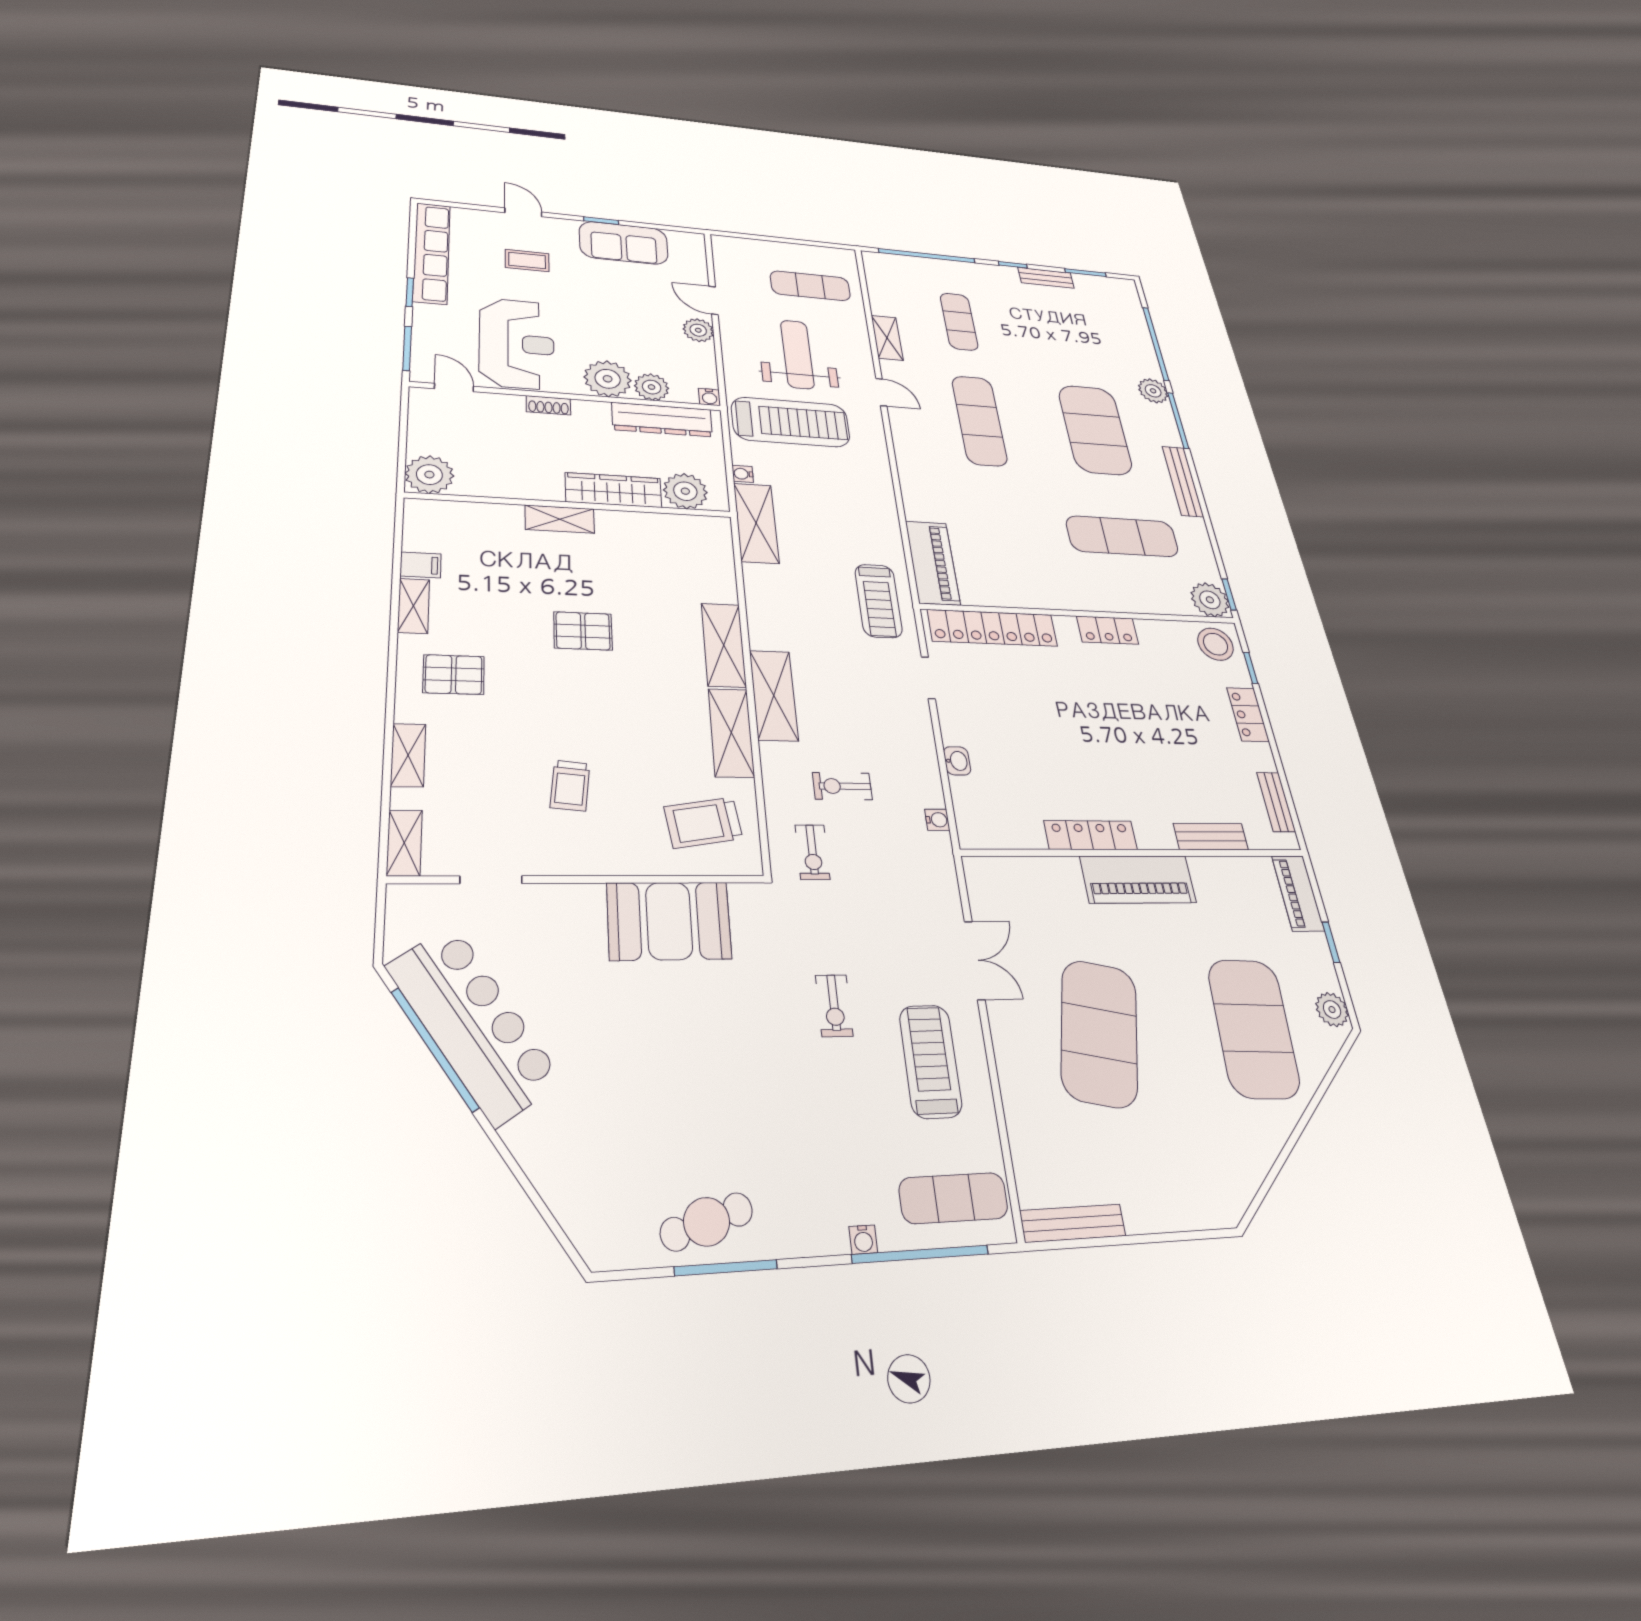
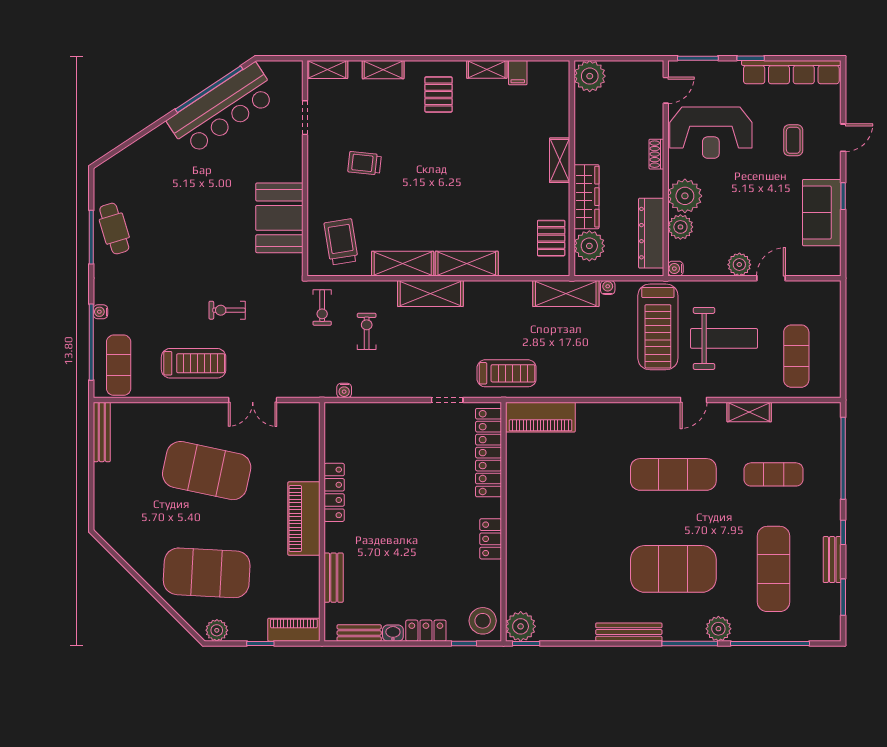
exercise mat: (1122, 536) -> (774, 569), moved
treadmill: (878, 601) -> (507, 373), turned 180
pallet: (583, 631) -> (551, 238), moved
washbasin: (957, 761) -> (393, 633), moved, turned 180
exercise bike: (812, 852) -> (322, 307), turned -90

